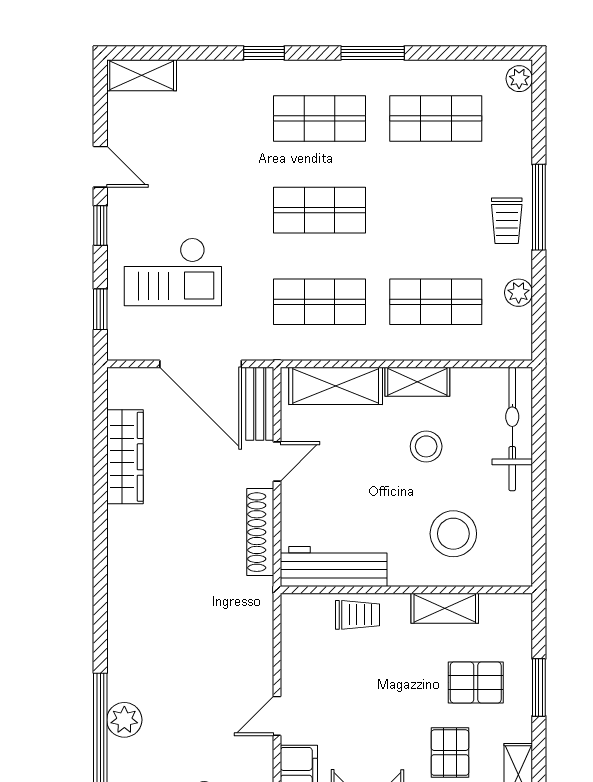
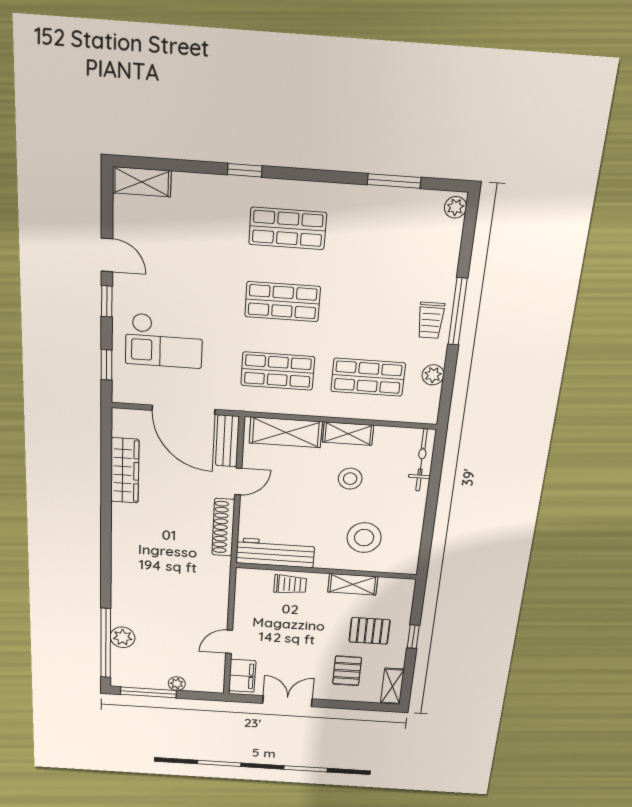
window: (373, 53) -> (394, 181), moved
shop shelf: (436, 118) -> (383, 235), removed
bicycle: (512, 429) -> (422, 460), width x0.73, depth x0.71
window: (539, 687) -> (413, 637), width x0.67

